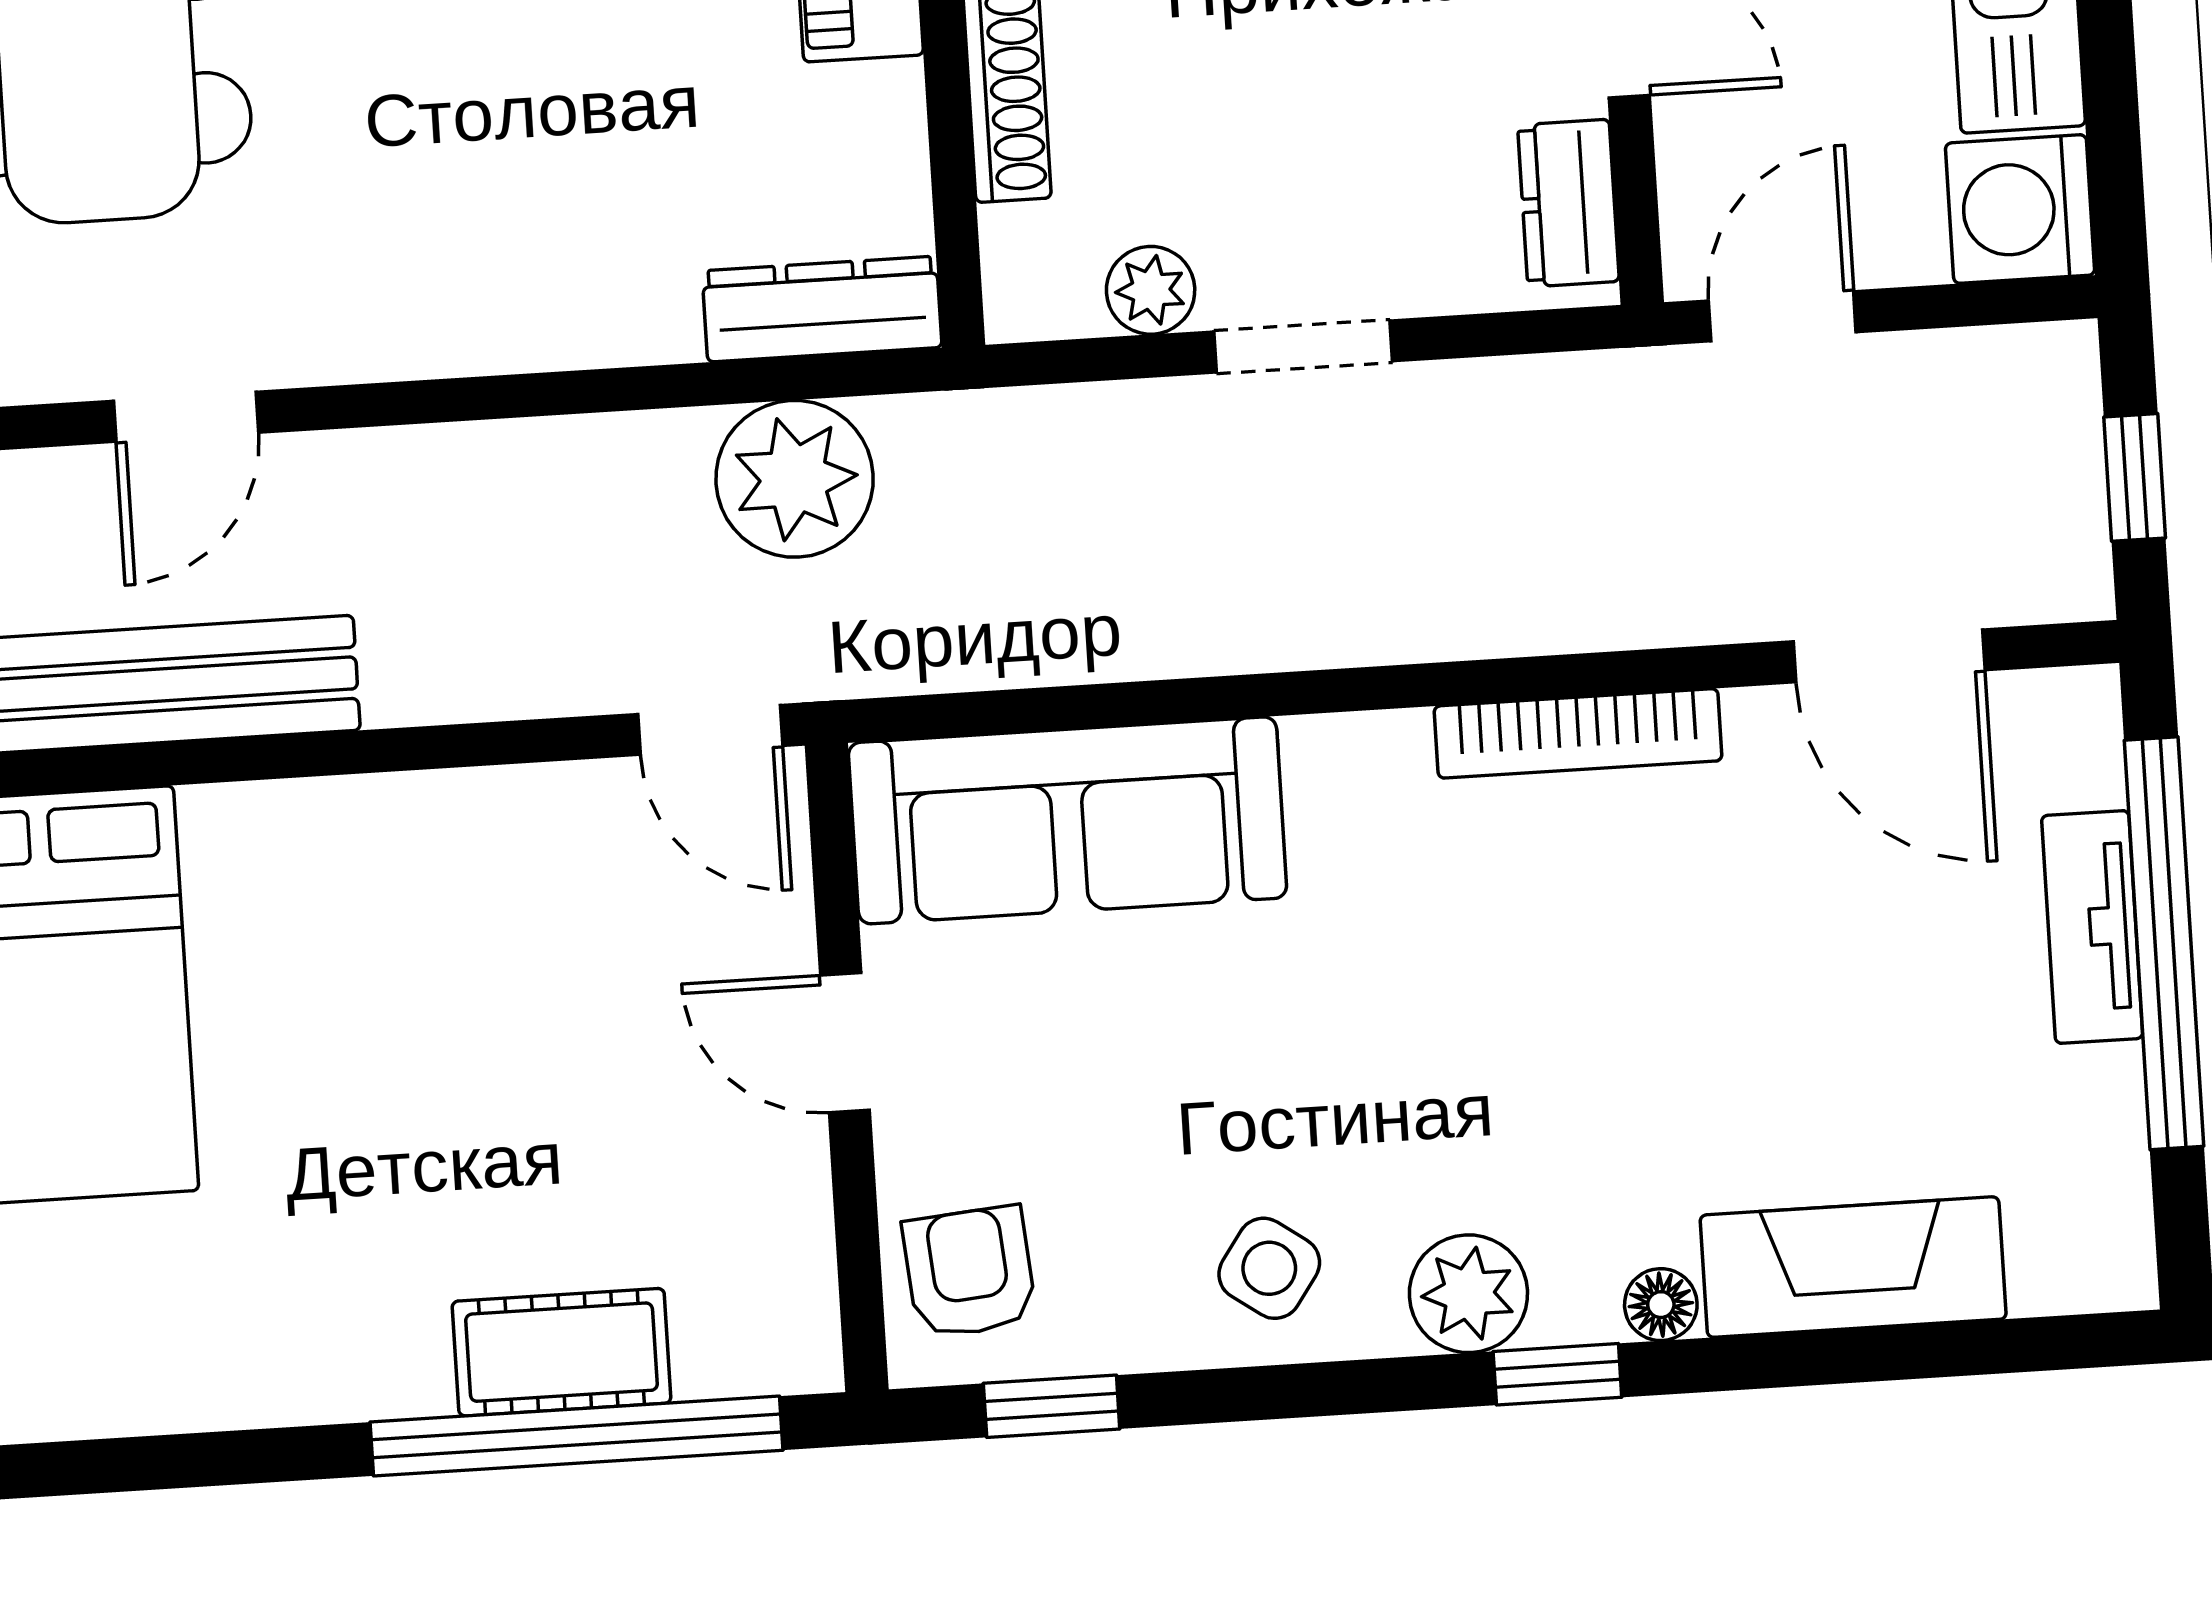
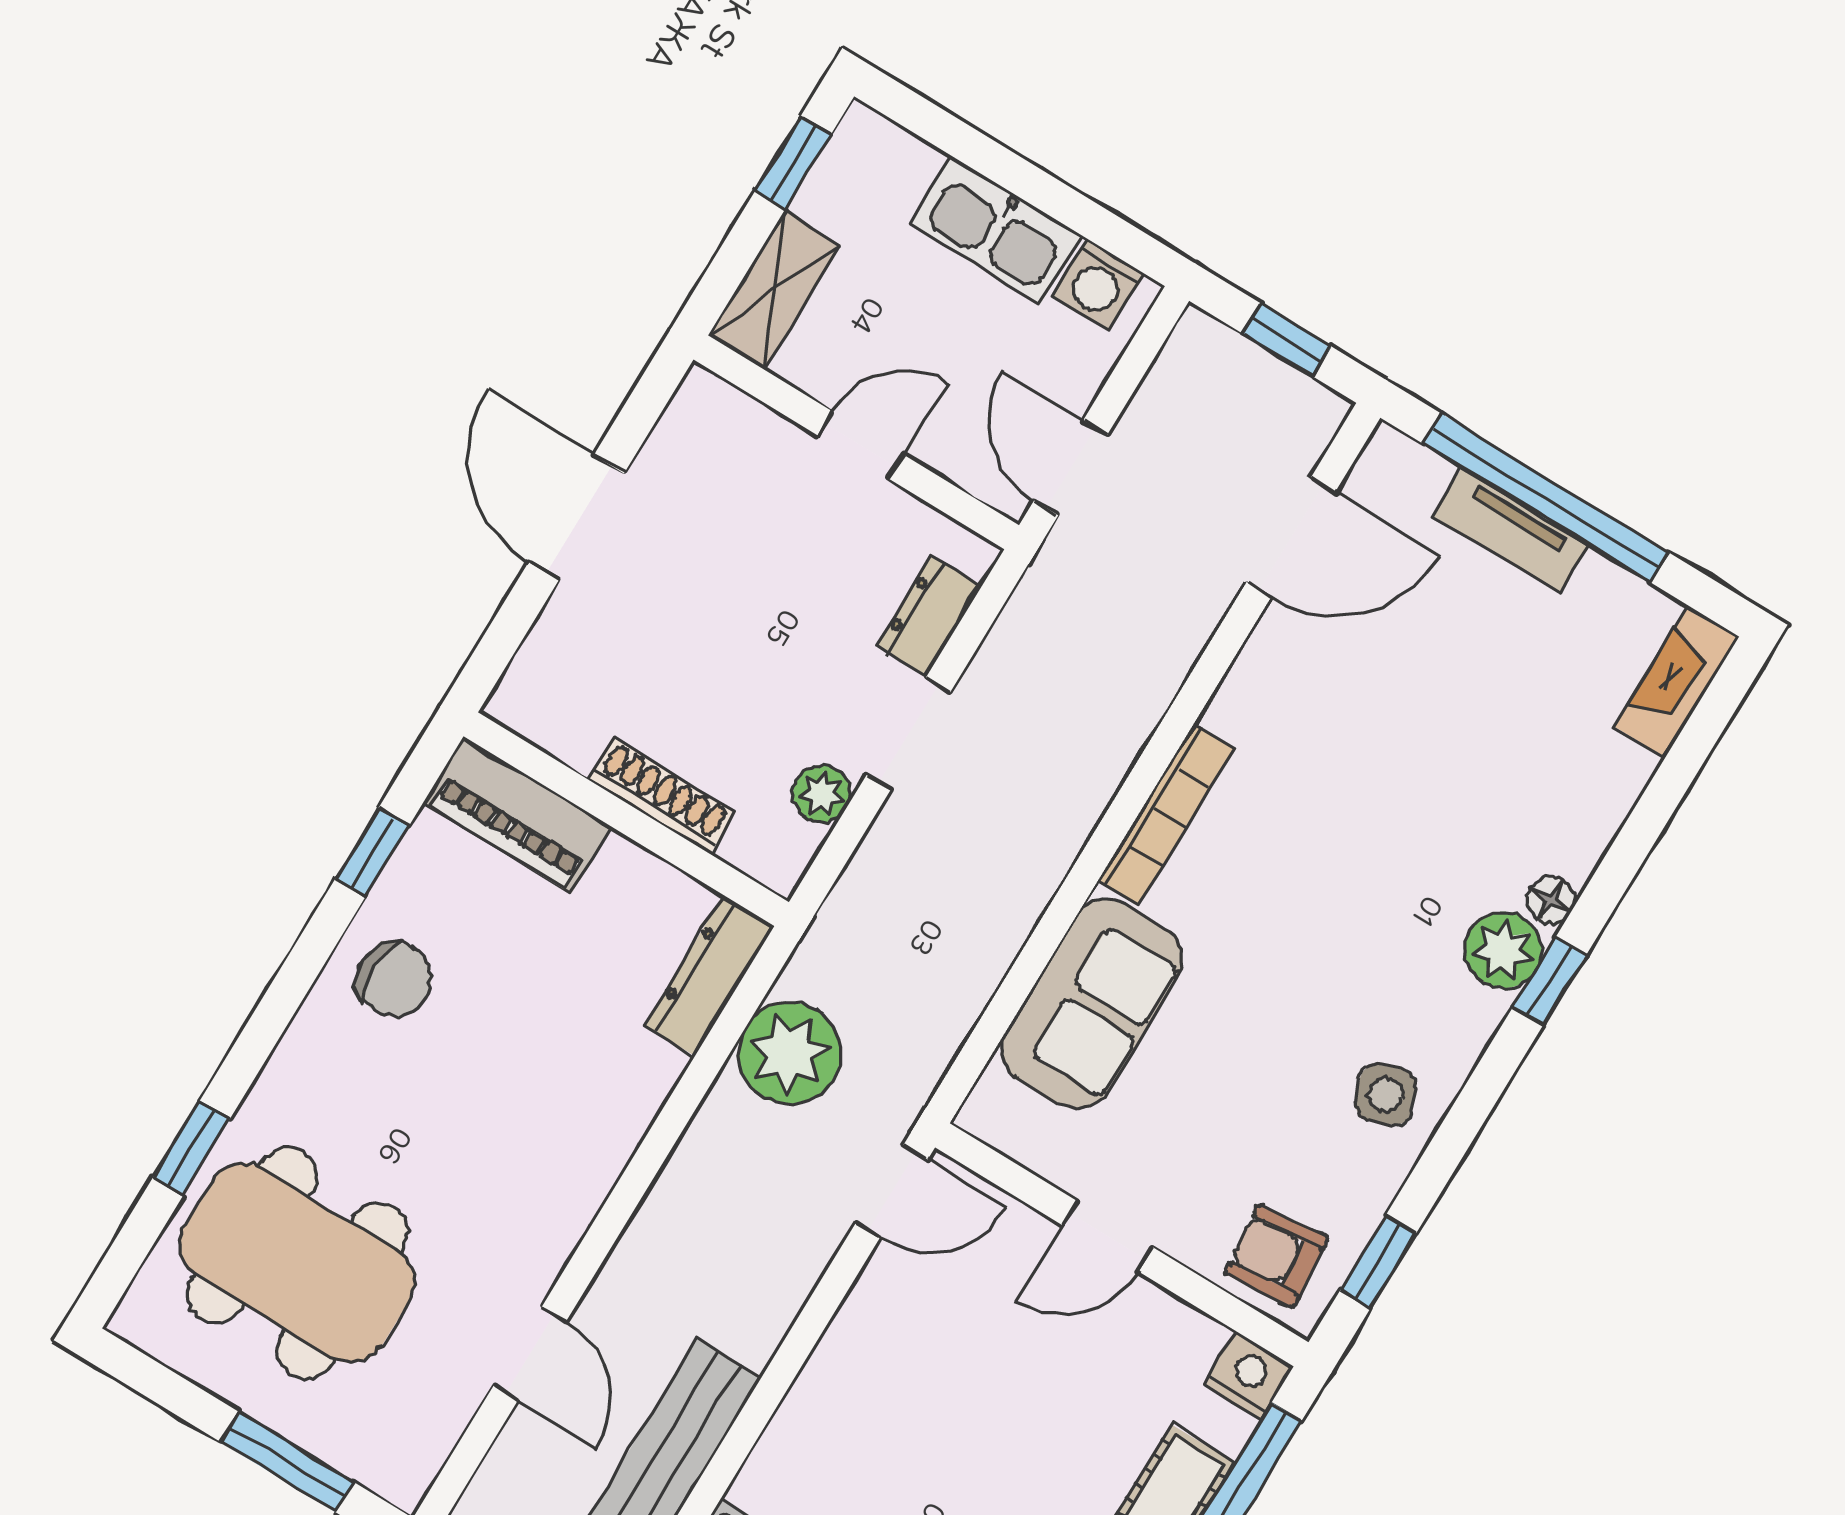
dresser: (1568, 203) -> (929, 616), moved, turned 90
washing machine: (2020, 209) -> (1098, 284), width x0.73, depth x0.73
bookcase: (1578, 733) -> (1166, 815), moved
sofa: (1068, 820) -> (1092, 1004), width x0.73
fireplace: (1853, 1267) -> (1676, 681), moved, width x0.73, depth x0.76
side table: (1269, 1268) -> (1386, 1095), turned 34
plant: (1468, 1294) -> (1503, 950), moved
nightstand: (794, 1343) -> (1248, 1375), added

